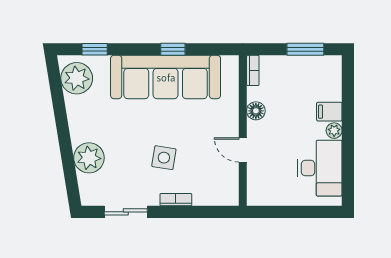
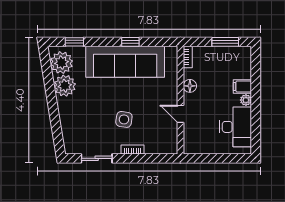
plant: (89, 158) -> (65, 86), moved

